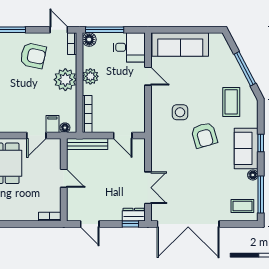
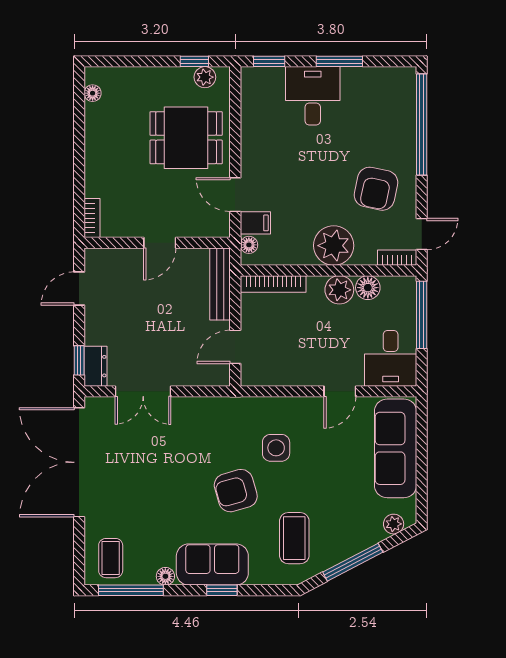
floor lamp: (89, 39) -> (368, 288), moved
plant: (223, 46) -> (394, 524), added
coffee table: (231, 102) -> (294, 538), turned 90

